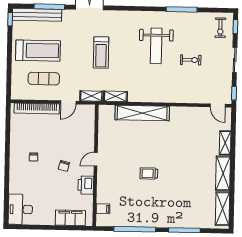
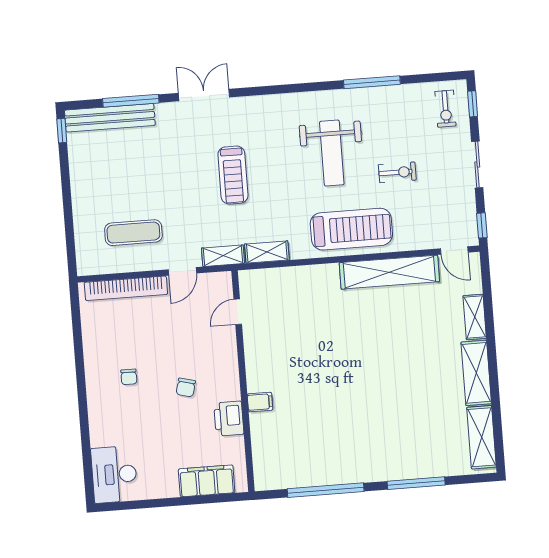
treadmill: (38, 51) -> (351, 229), moved
shelving: (142, 113) -> (389, 272), moved
door: (96, 159) -> (238, 312), moved
trolley: (149, 173) -> (341, 386), removed
filing cabinet: (103, 209) -> (260, 402), moved

